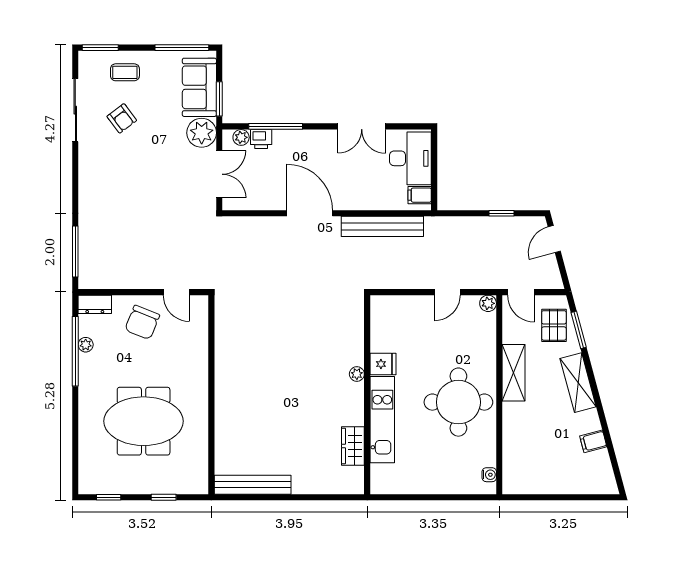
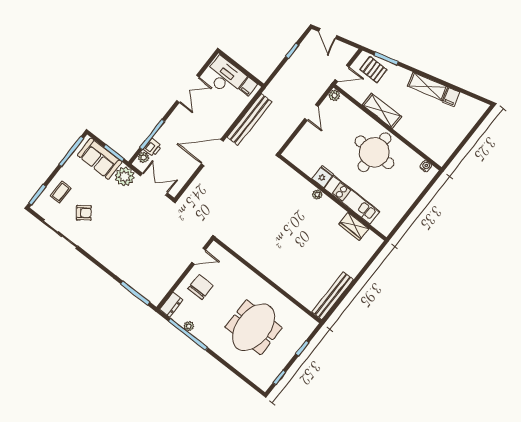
chair: (142, 322) -> (201, 287), turned -112
shelving: (578, 383) -> (428, 87), moved

